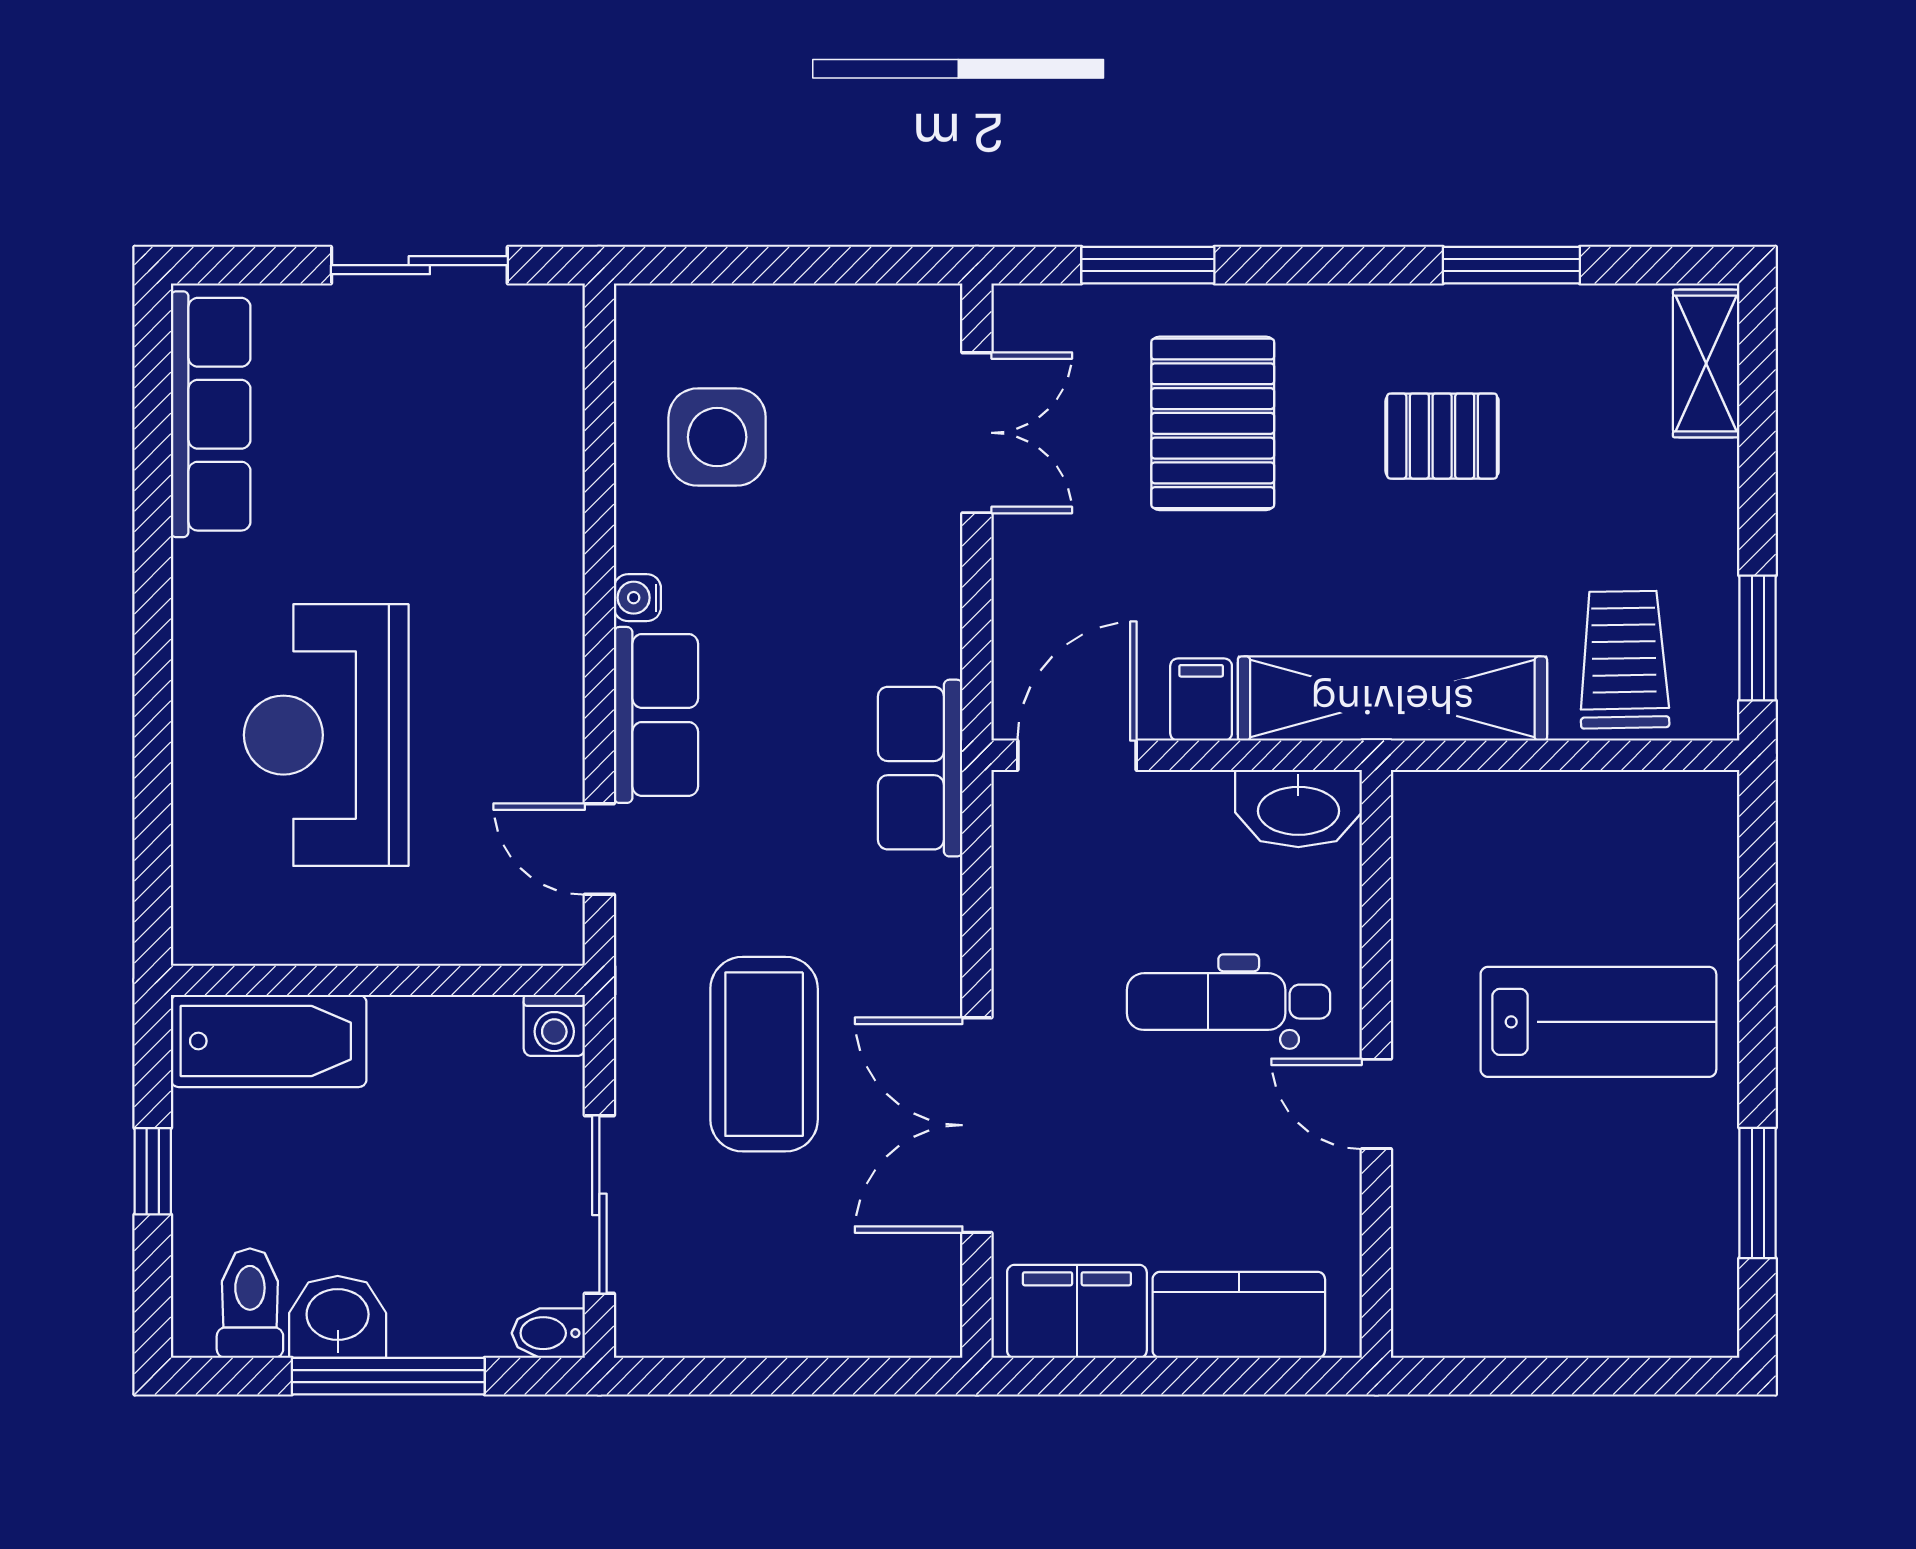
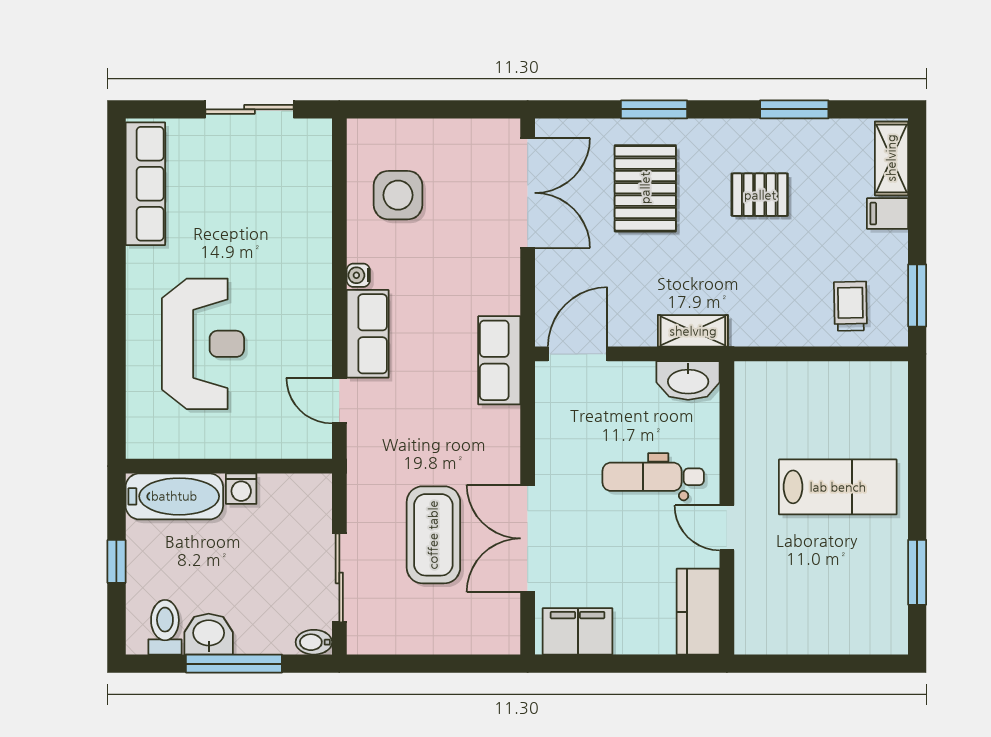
window: (1148, 265) -> (654, 109), moved
double door: (977, 433) -> (528, 193), width x1.37
trolley: (1624, 660) -> (850, 306), width x0.73, depth x0.72
shelving: (1392, 699) -> (693, 331), width x0.45, depth x0.75
filing cabinet: (1201, 700) -> (888, 214), moved, turned -90
reception desk: (326, 735) -> (203, 344), turned 180
washing machine: (554, 1025) -> (241, 489), moved
coffee table: (764, 1054) -> (433, 535), moved
kitchen counter: (1239, 1315) -> (698, 612), moved, turned -90

